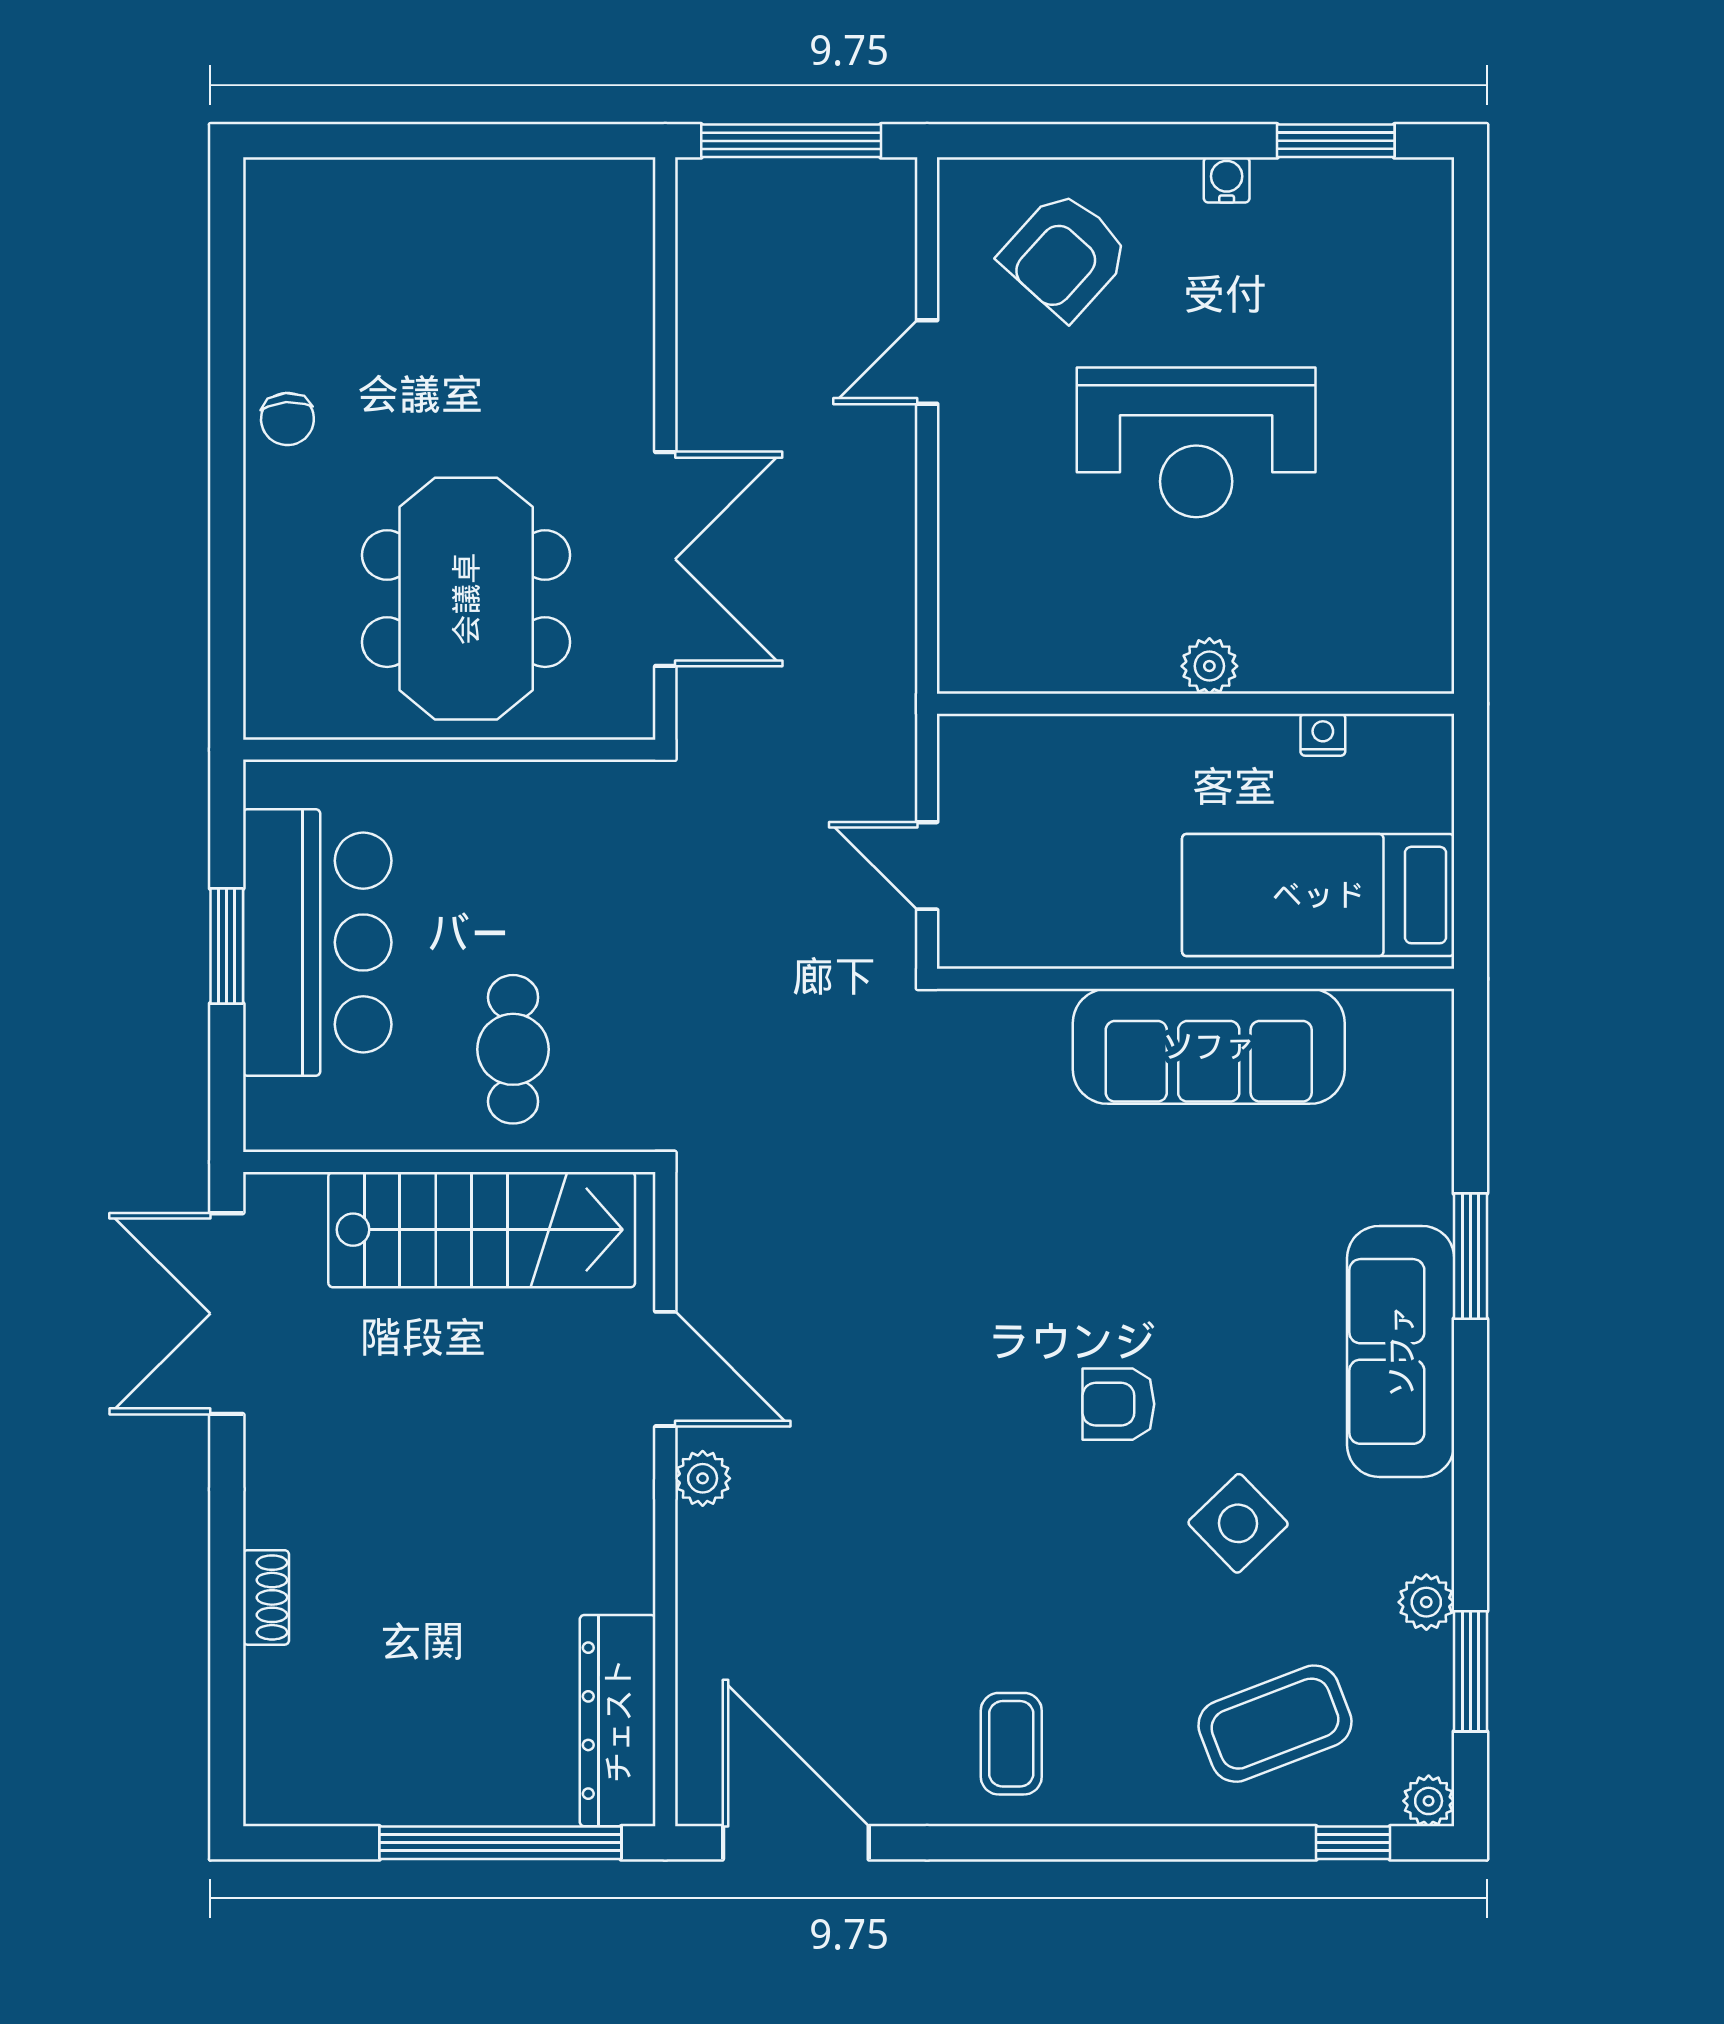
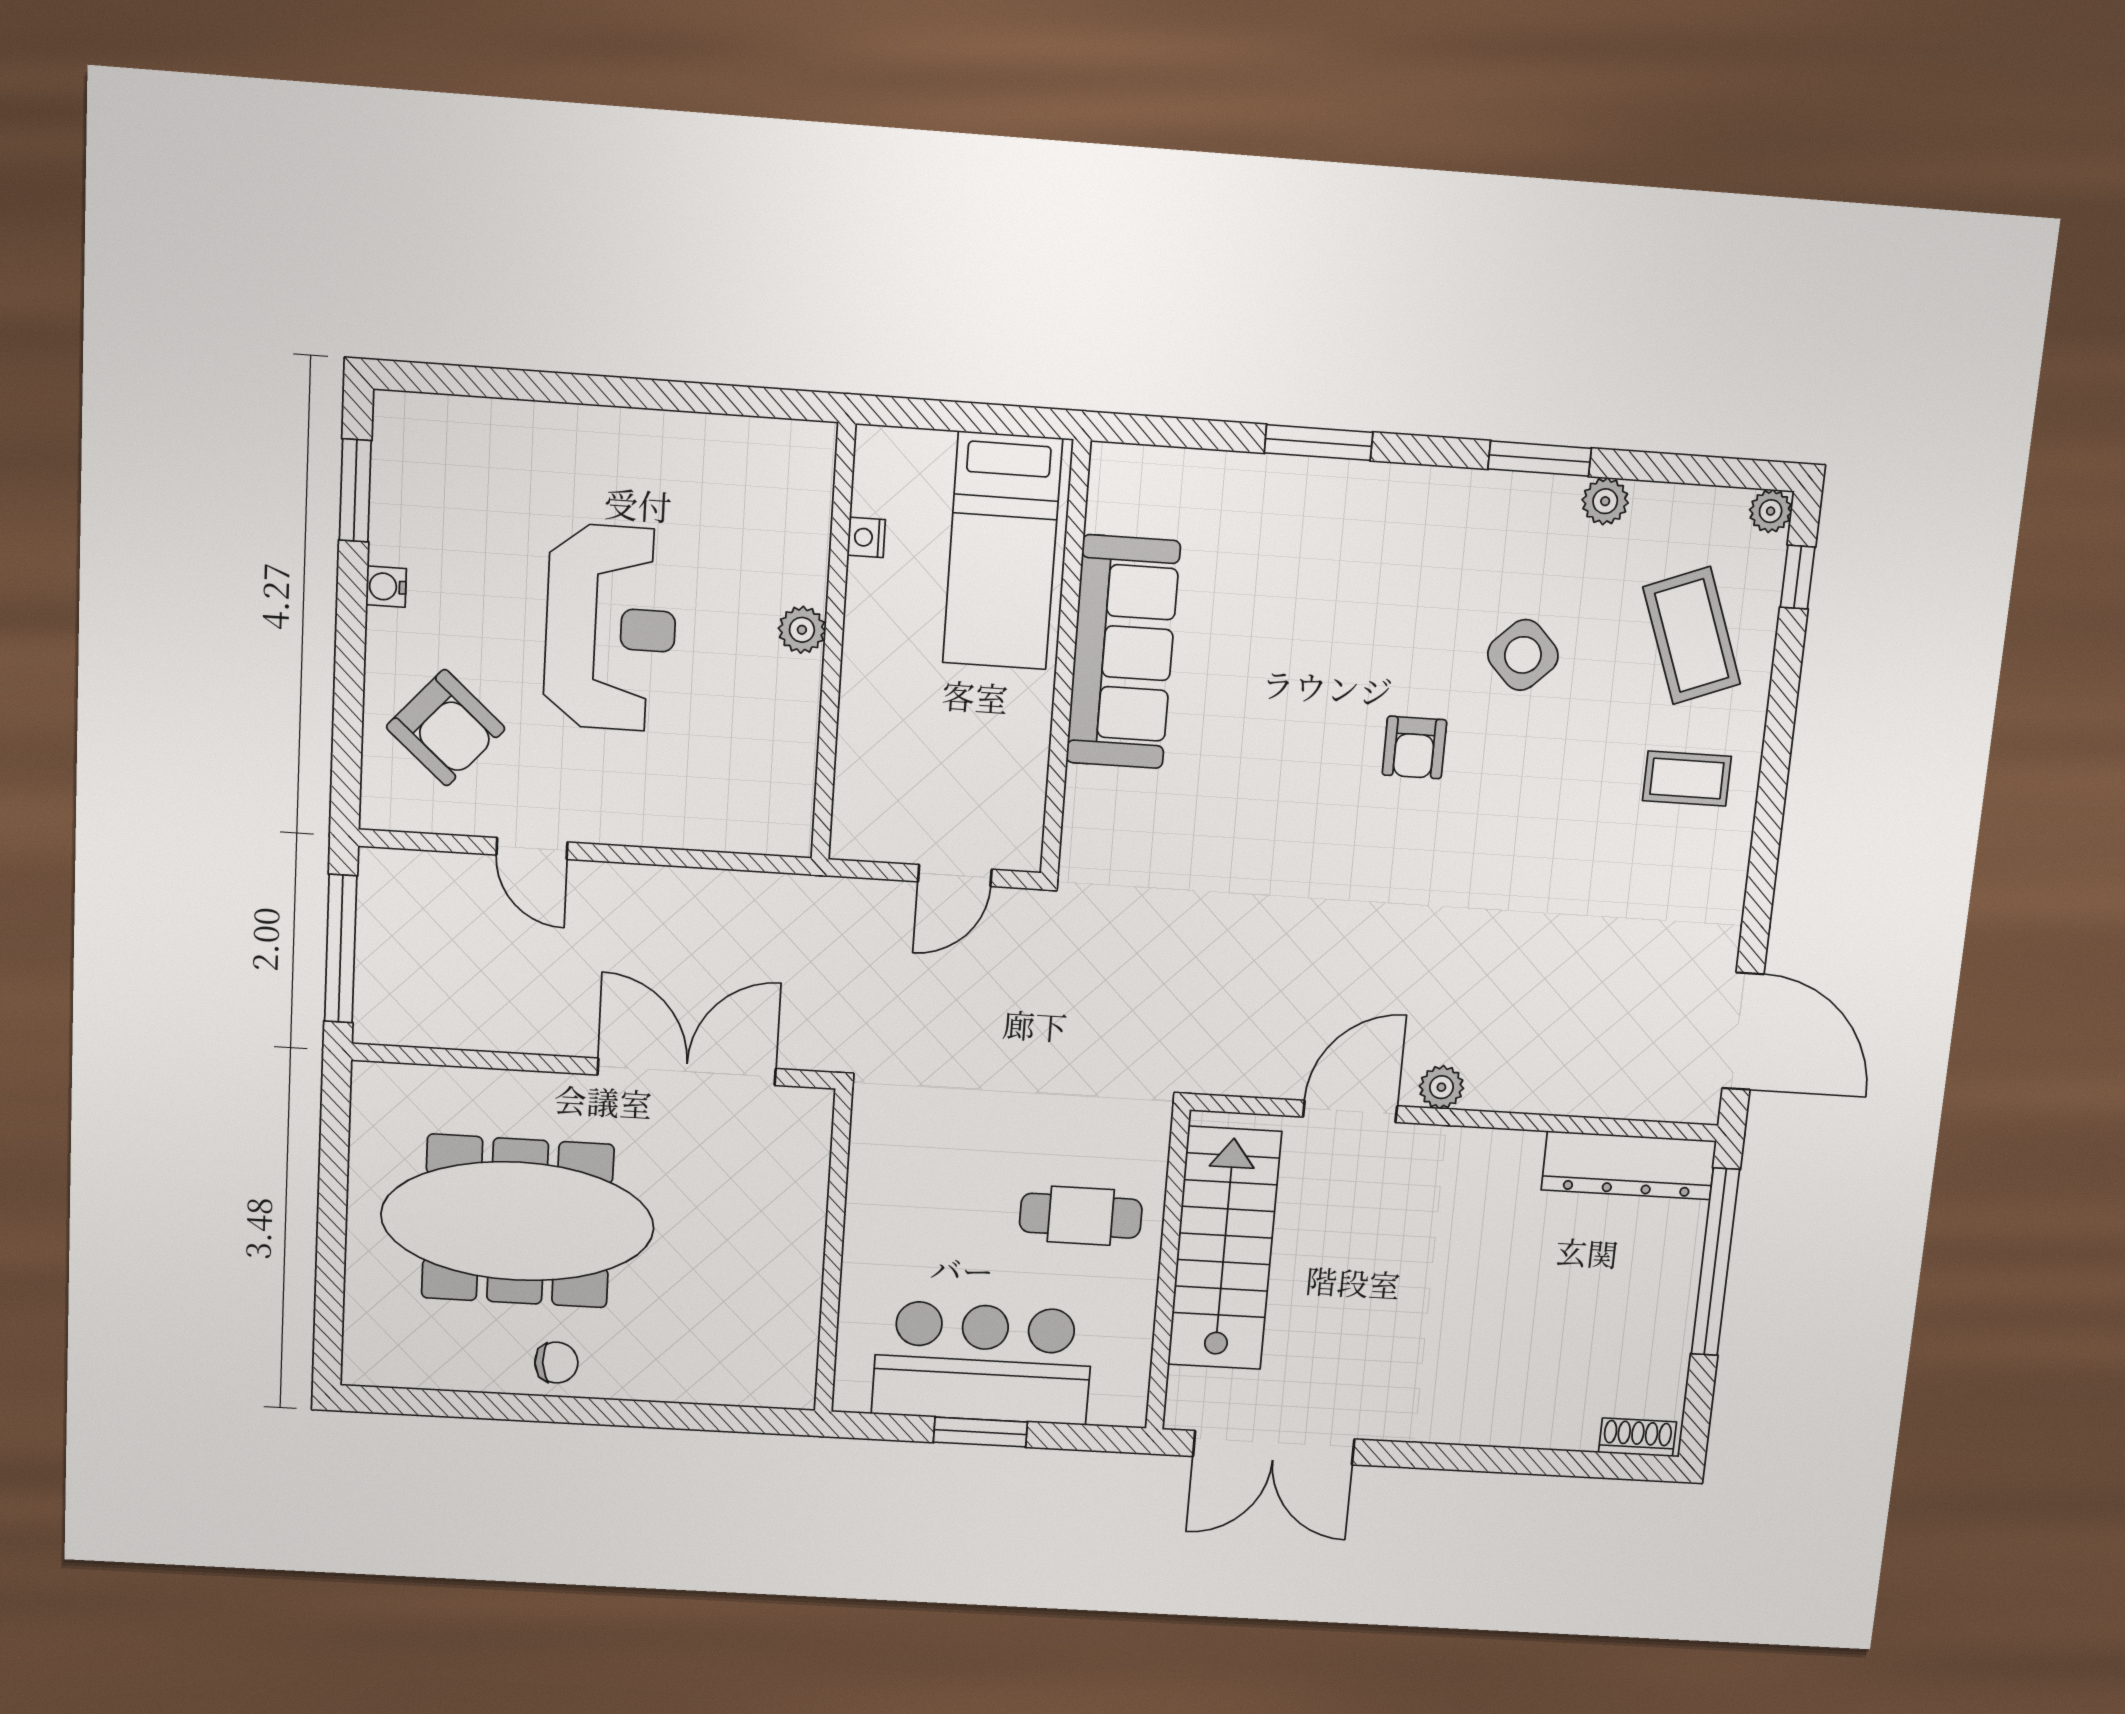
meeting table: (466, 599) -> (518, 1221), moved, width x1.36
sofa: (1401, 1351) -> (1393, 508), removed
shoe rack: (266, 1597) -> (1637, 1437), moved
window: (1470, 1671) -> (1540, 459), moved
coffee table: (1011, 1744) -> (1687, 779), moved
door: (796, 1843) -> (1743, 1031), swing flipped

